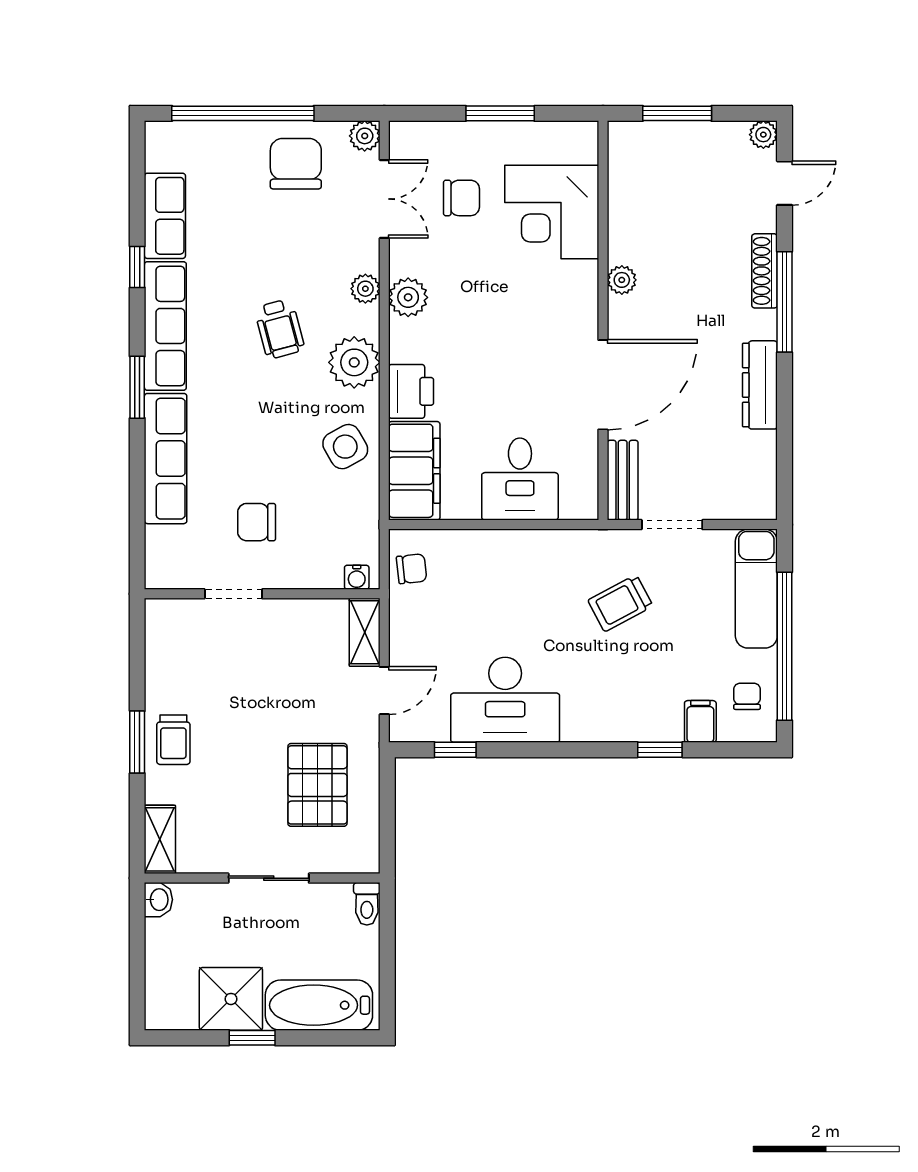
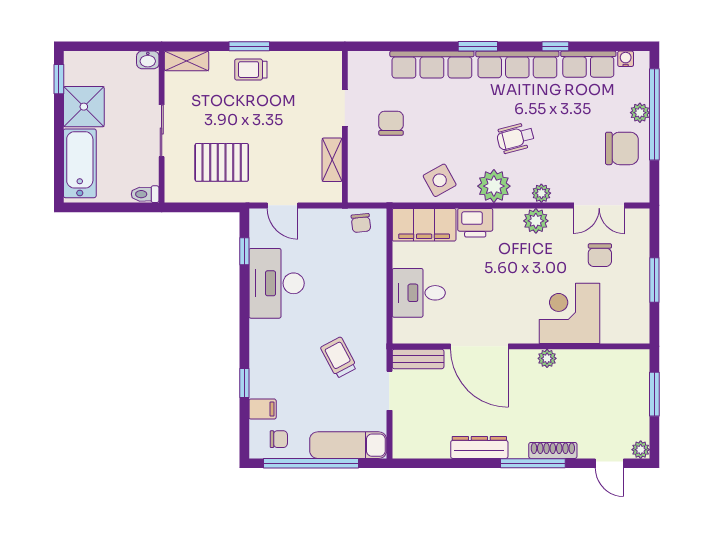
plant: (365, 136) -> (640, 113), moved
corner desk: (552, 212) -> (570, 313), moved
water cooler: (357, 577) -> (626, 59), moved, turned 90
shelving: (365, 632) -> (332, 160), moved, turned 90
window: (252, 1038) -> (59, 79), moved

